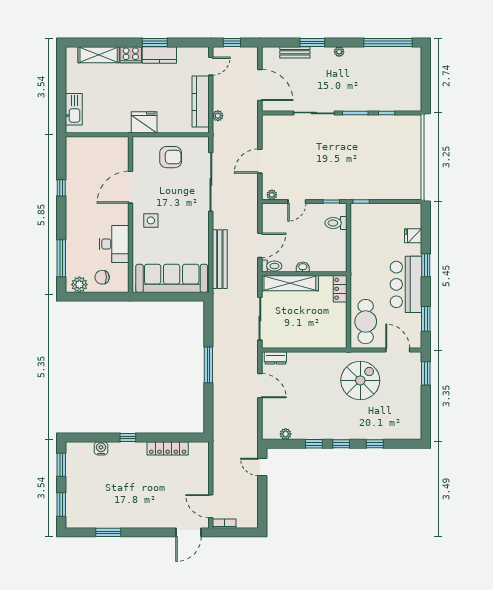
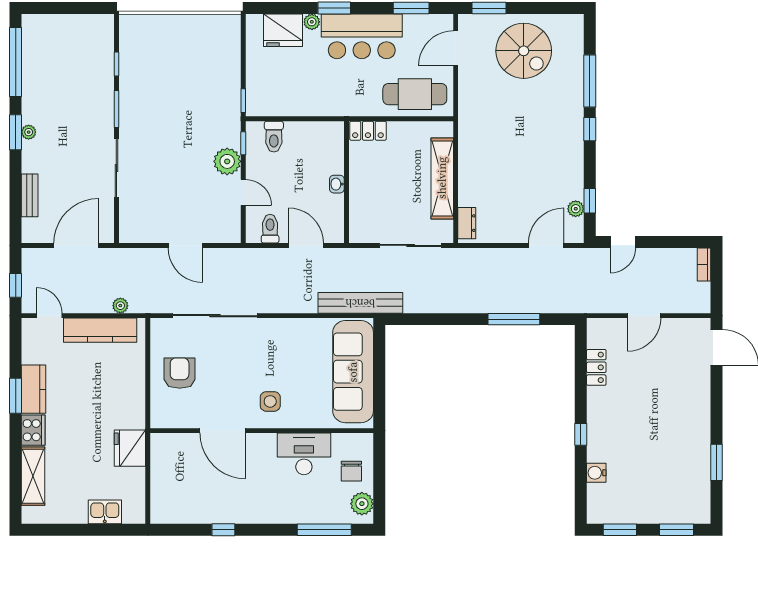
window: (312, 42) -> (16, 132), moved
kitchen sink: (74, 109) -> (105, 512), width x0.73
fridge: (144, 122) -> (130, 448), moved
plant: (272, 195) -> (227, 161), moved, width x1.87, depth x1.87
fridge: (413, 236) -> (283, 30), width x1.88, depth x1.34
plant: (416, 250) -> (312, 22), added
bench: (220, 259) -> (360, 303), moved
toilet: (272, 266) -> (270, 229), moved
shelving: (290, 283) -> (442, 178), moved
window: (208, 365) -> (514, 319), moved
spiral stairs: (360, 380) -> (524, 51), moved, turned 180
door: (260, 386) -> (546, 245), moved
window: (314, 444) -> (590, 201), moved
window: (375, 444) -> (590, 81), width x2.17
locker: (168, 448) -> (596, 367), width x0.66
door: (211, 506) -> (644, 316), moved
bookcase: (224, 524) -> (704, 264), moved

